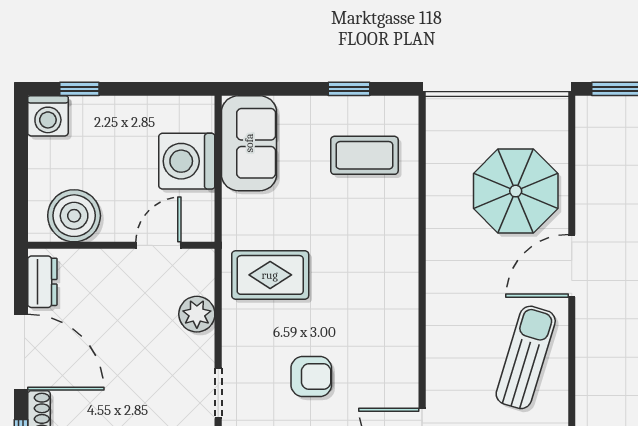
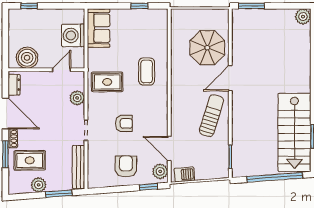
washing machine: (48, 116) -> (16, 17), removed
coffee table: (364, 155) -> (147, 71), moved, turned 90

